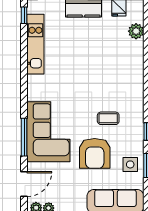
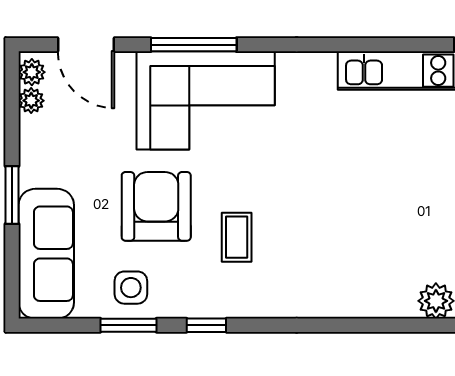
armchair: (95, 153) -> (156, 206), turned 90

